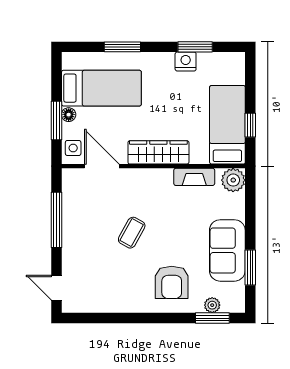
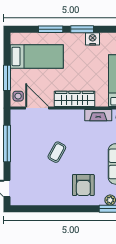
window: (195, 47) -> (82, 29), moved
floor lamp: (69, 115) -> (15, 74), removed

